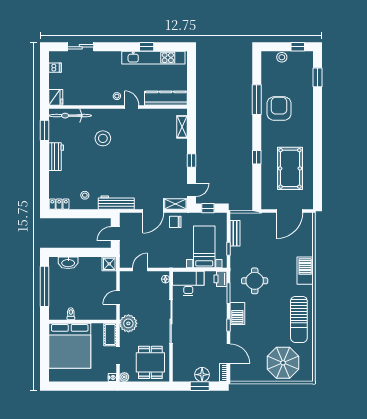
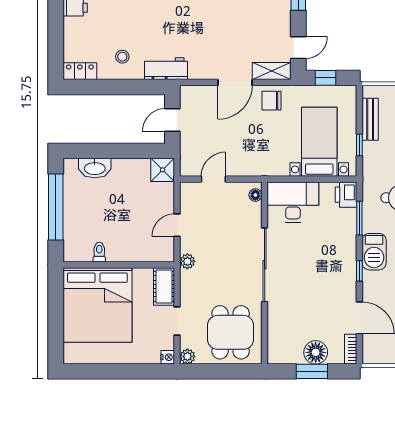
workbench: (116, 203) -> (166, 69), width x0.73
plant: (128, 323) -> (187, 261), width x0.53, depth x0.53

